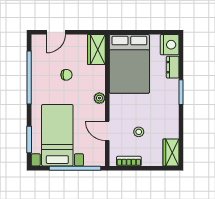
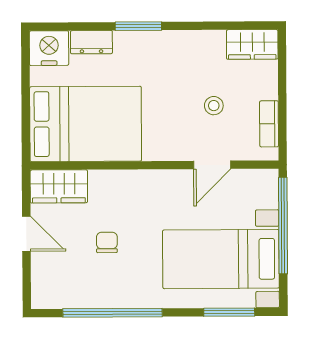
door: (56, 32) -> (26, 234), moved
plant: (99, 98) -> (150, 180), removed

